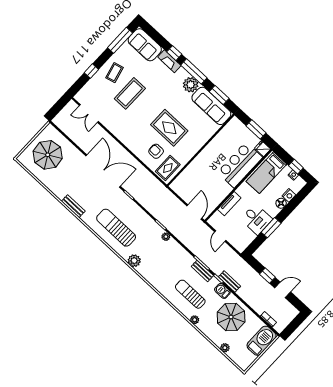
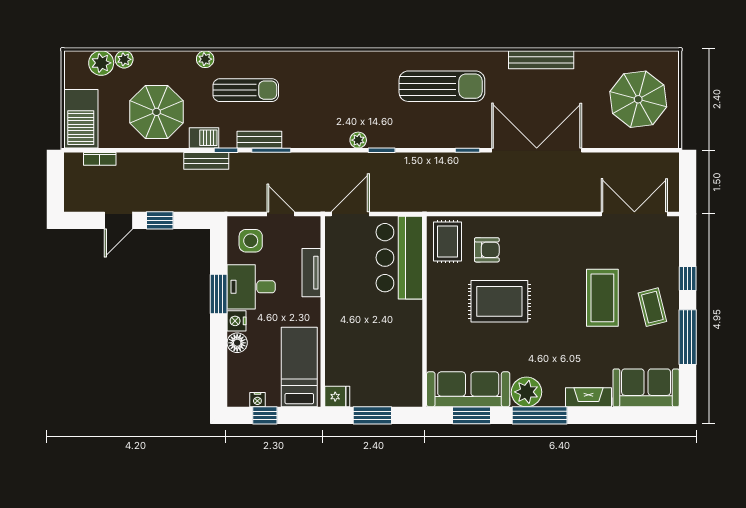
window: (120, 40) -> (688, 337), moved
window: (174, 53) -> (592, 415), removed
double door: (89, 114) -> (634, 214), width x1.37
bar counter: (240, 165) -> (399, 258), moved, turned 180
double door: (103, 171) -> (537, 150), swing flipped
nightstand: (289, 195) -> (237, 321), moved
bench: (73, 206) -> (541, 60), width x1.36
door: (194, 212) -> (350, 214), swing flipped
side table: (241, 236) -> (251, 241), added
plant: (134, 261) -> (101, 63), moved

